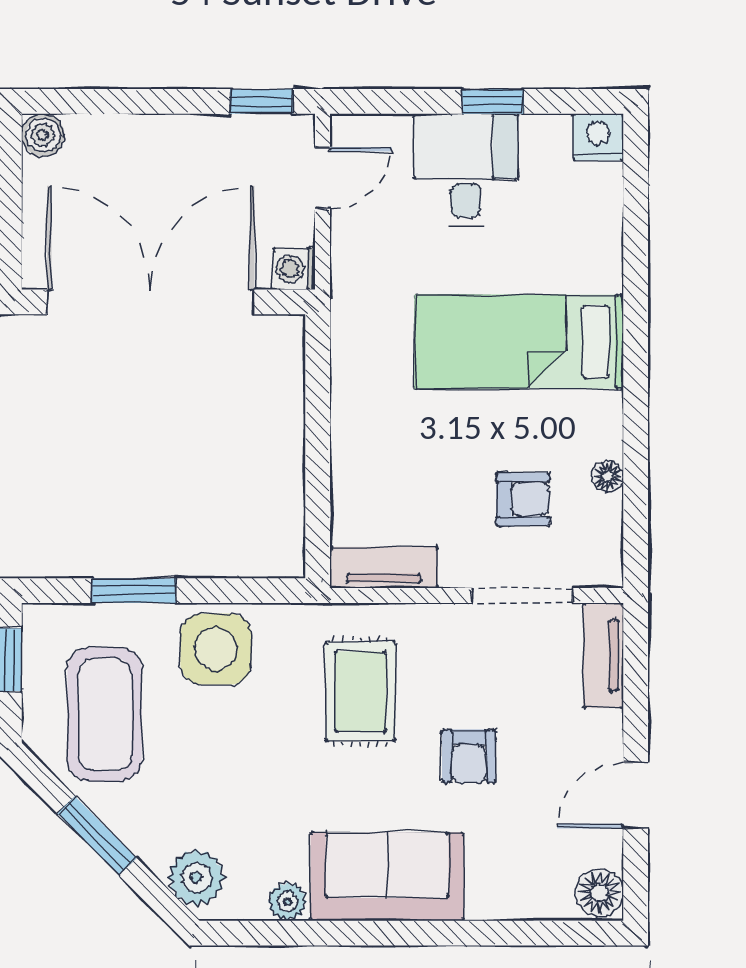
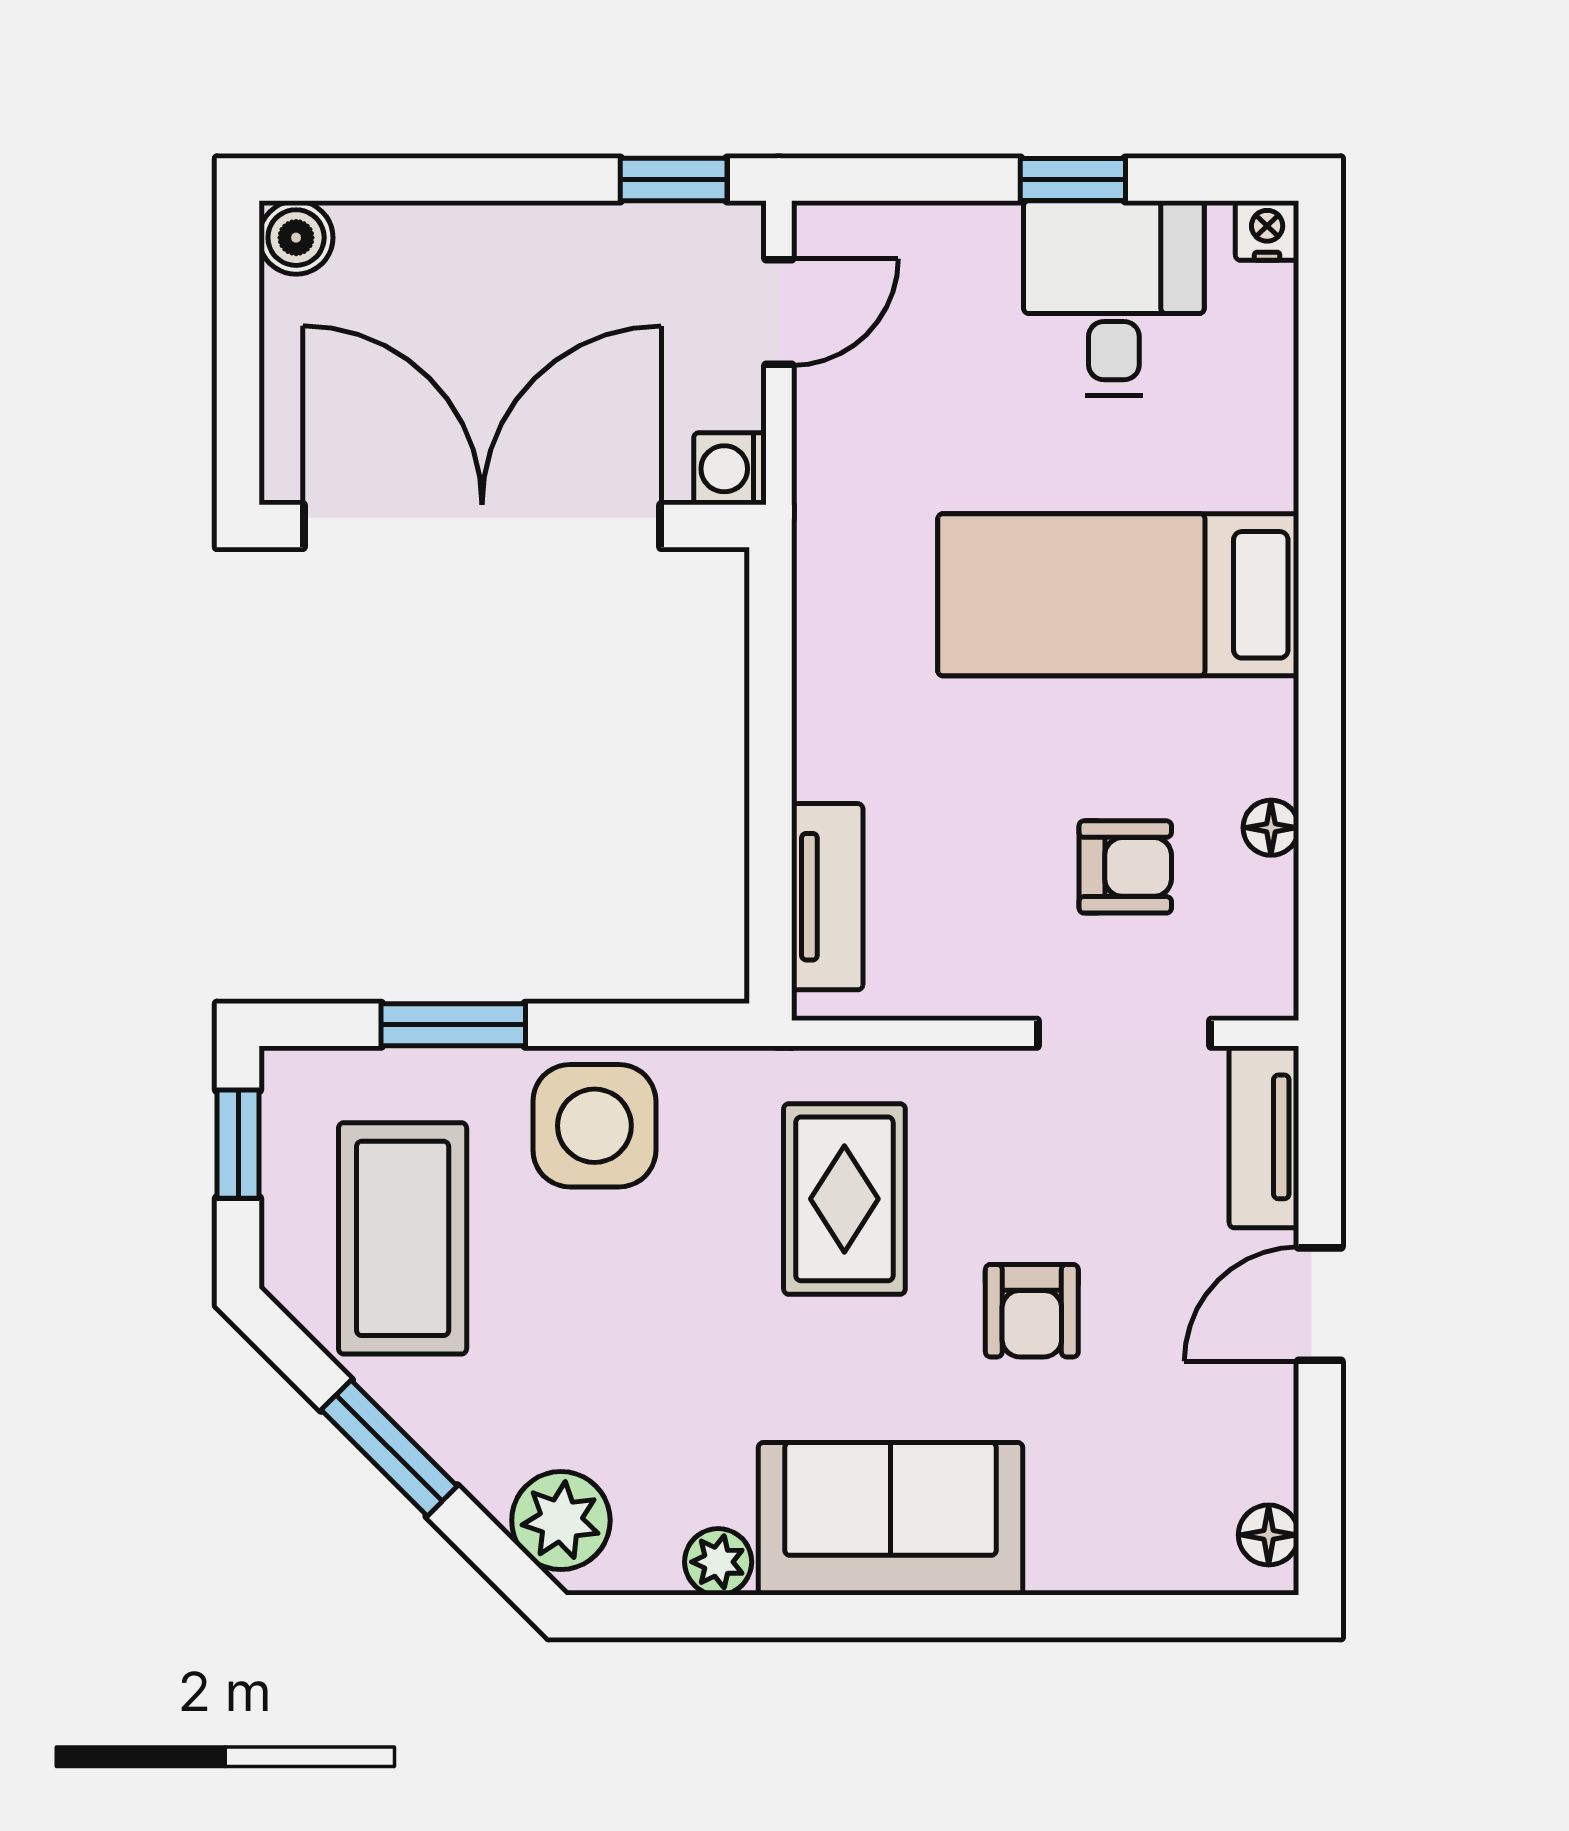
nightstand: (598, 137) -> (1267, 231), width x0.72, depth x0.74
desk: (466, 170) -> (1114, 298), moved
tv unit: (384, 568) -> (827, 897), moved, turned 90
door: (636, 795) -> (1320, 1304), moved
floor lamp: (600, 892) -> (1269, 1535), width x0.73, depth x0.73

